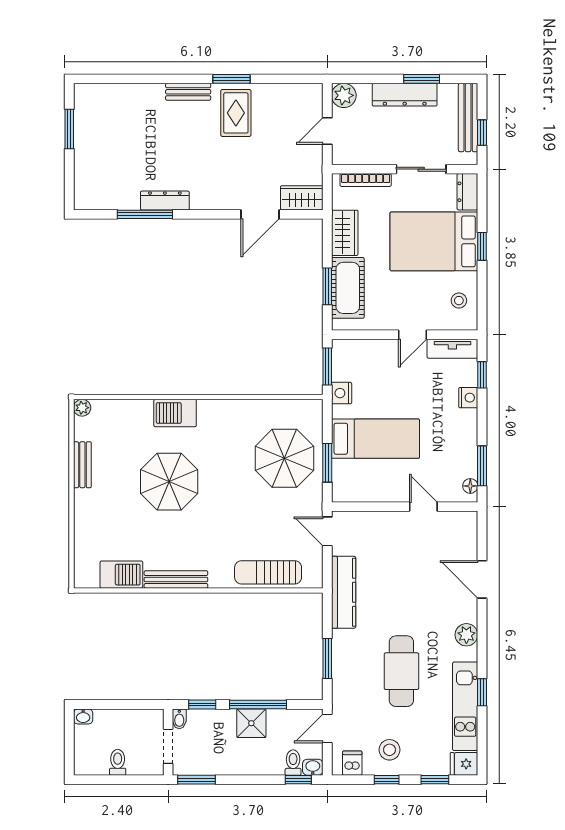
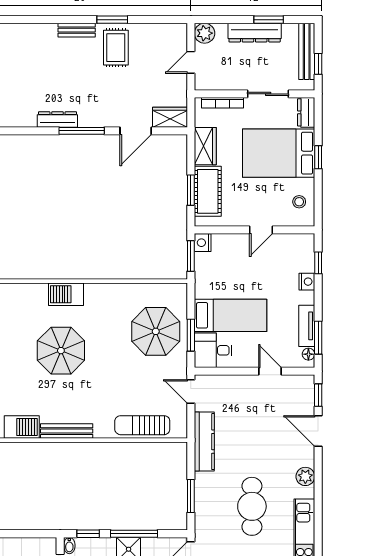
window: (145, 214) -> (82, 131), moved
tv unit: (452, 349) -> (307, 326), moved, turned 90
nightstand: (342, 393) -> (203, 243), moved
desk: (354, 481) -> (213, 350), added
window: (482, 692) -> (318, 395), moved

